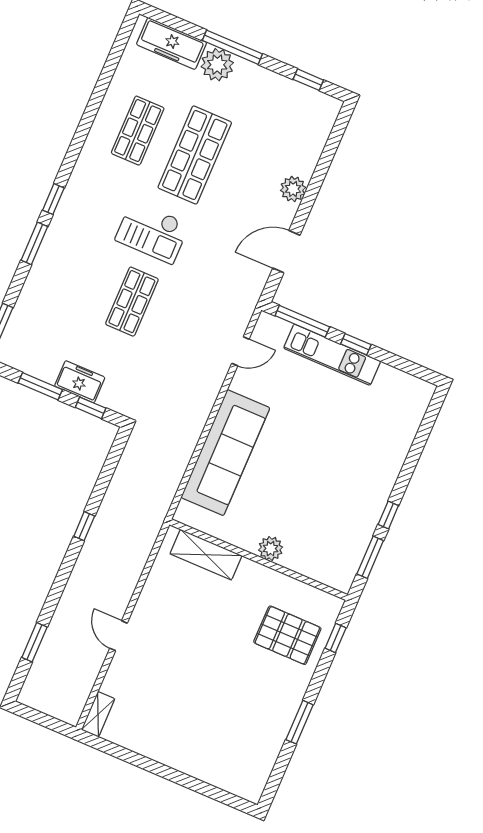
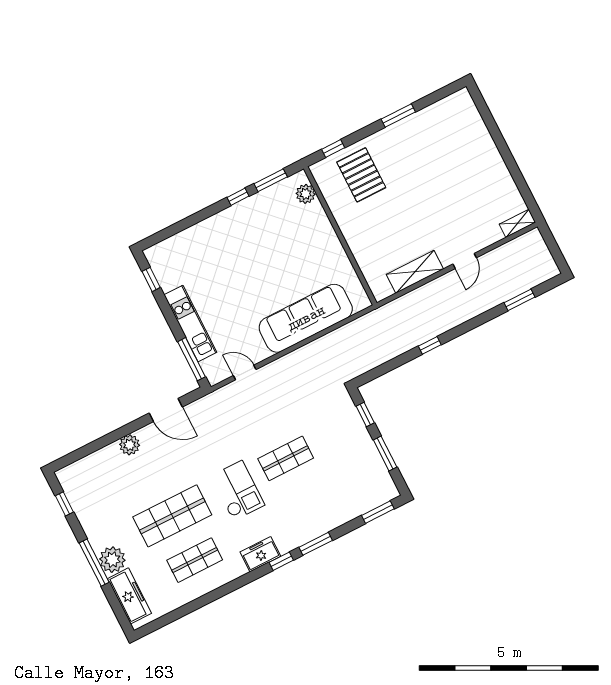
window: (356, 344) -> (151, 279), moved
freezer: (80, 382) -> (260, 554), moved, turned 90
plant: (271, 549) -> (306, 194), moved
shelving: (206, 555) -> (415, 272), moved, turned 90

